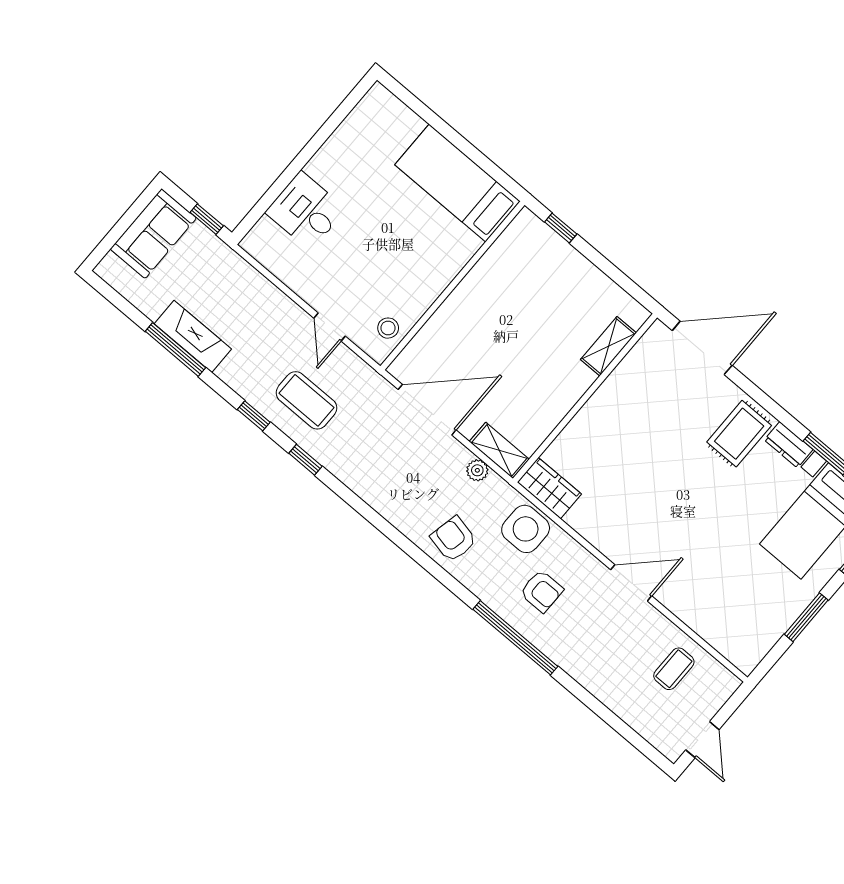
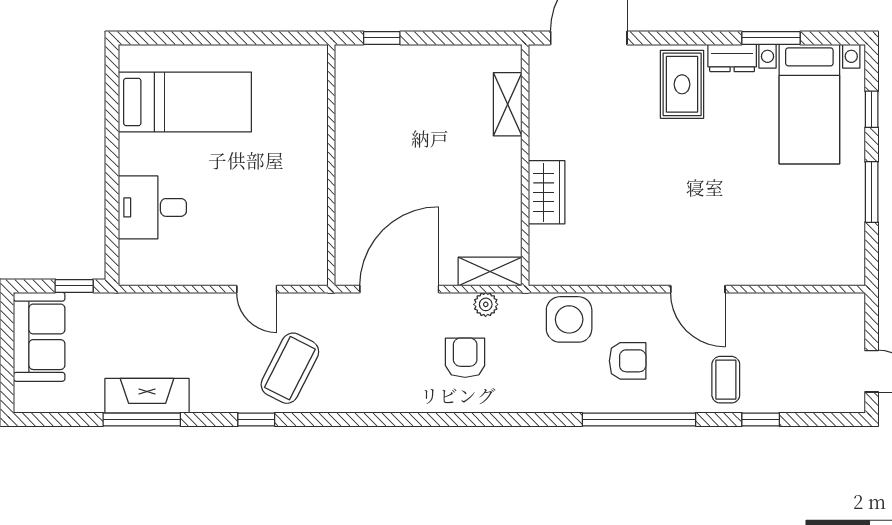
bed: (457, 183) -> (185, 102), moved, turned 180
stool: (388, 328) -> (307, 248), removed
coffee table: (306, 400) -> (290, 368), turned -63
window: (305, 460) -> (761, 419), moved
wardrobe: (549, 488) -> (547, 192), moved, turned 90
armchair: (453, 539) -> (465, 358), moved, turned 78
door: (631, 583) -> (698, 289), swing flipped
coffee table: (674, 669) -> (726, 380), moved

